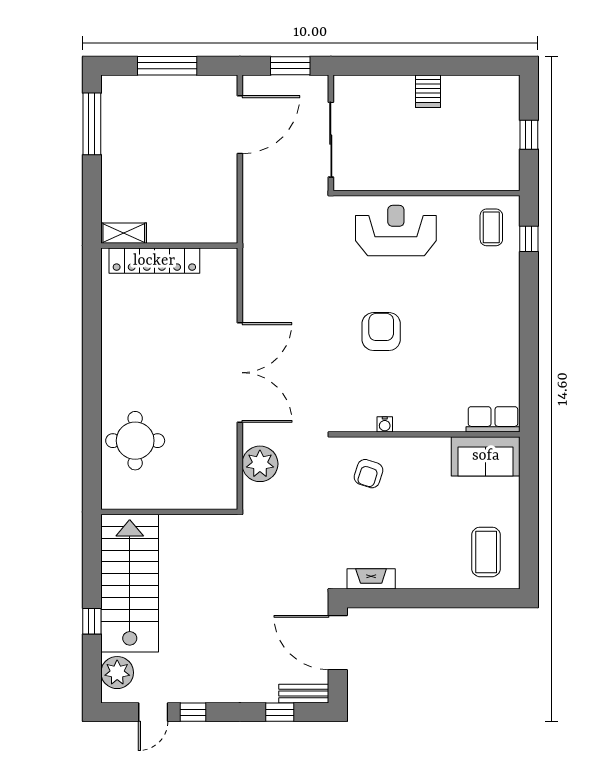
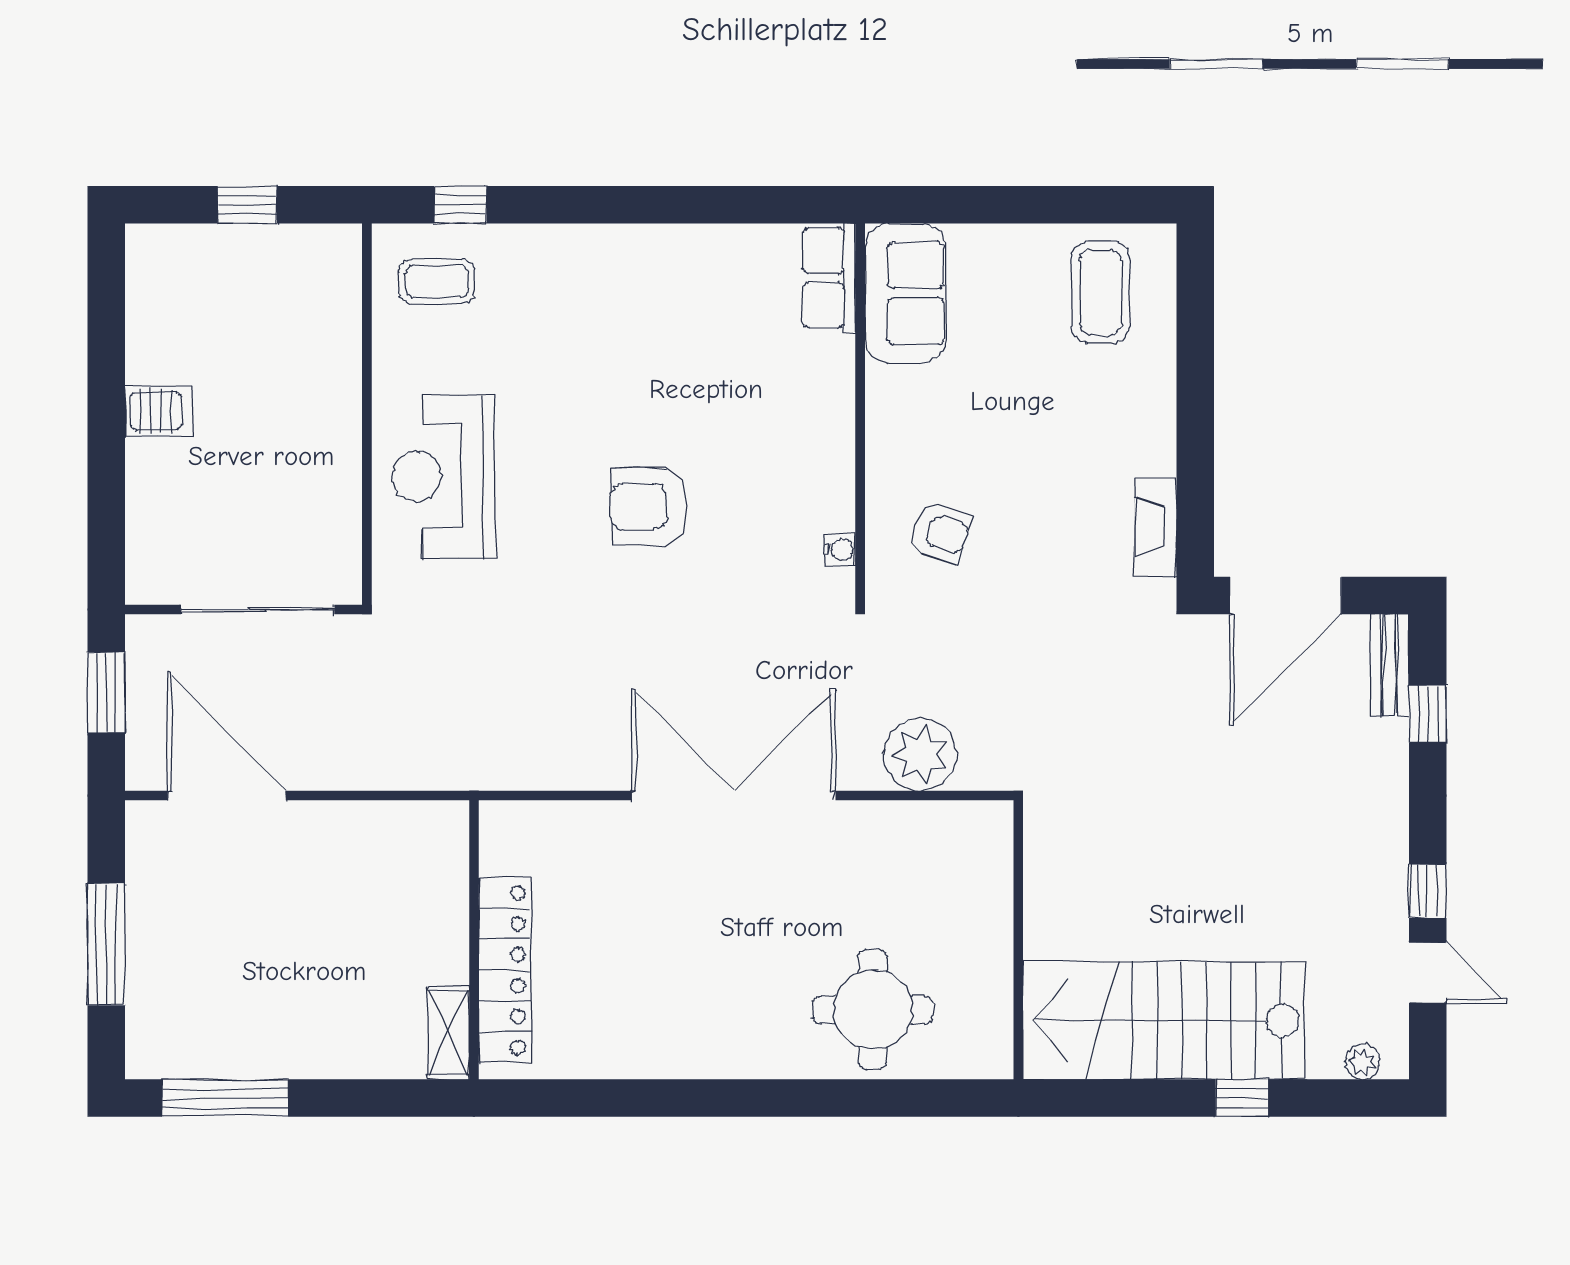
water cooler: (385, 424) -> (840, 549), moved
coffee table: (486, 552) -> (1100, 292), turned 90
plant: (117, 673) -> (1362, 1062), width x0.53, depth x0.53

